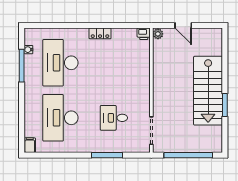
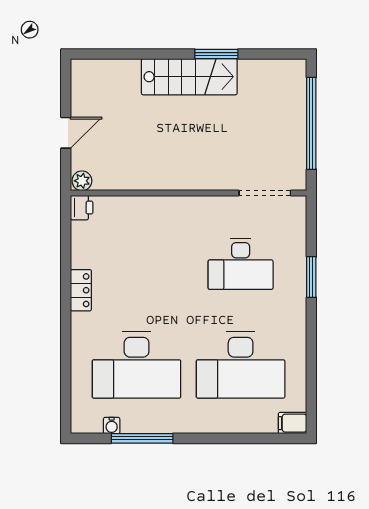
stairs: (208, 91) -> (189, 77), width x0.73, depth x0.66
desk: (114, 118) -> (241, 264), width x1.37
window: (107, 155) -> (311, 277), width x0.69

